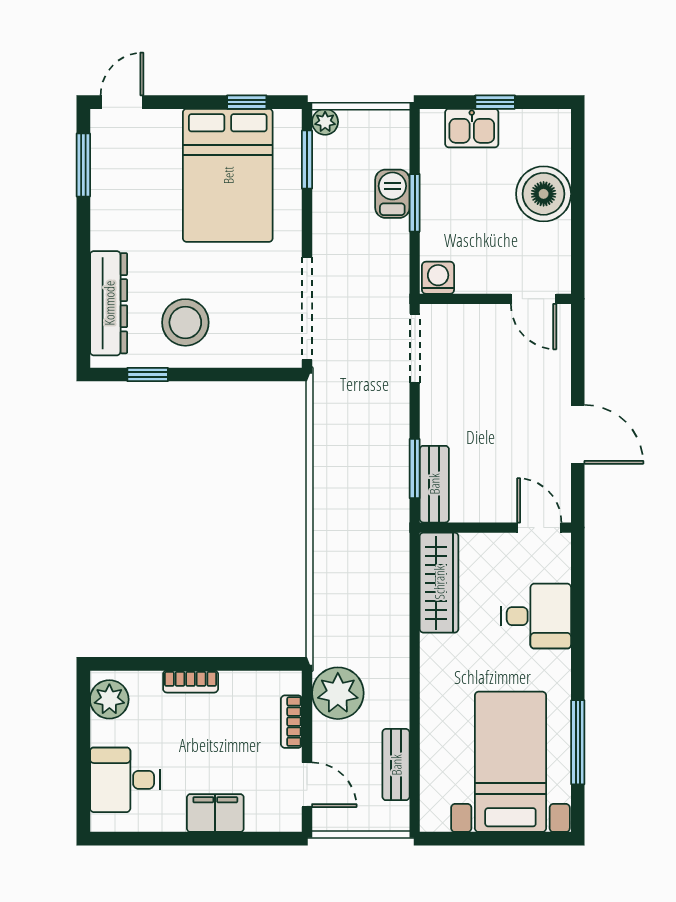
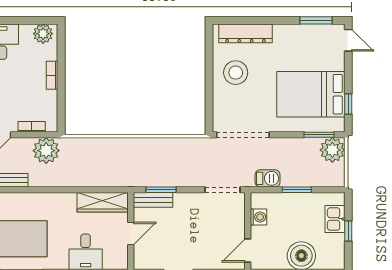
plant: (325, 122) -> (332, 150), width x1.88, depth x1.88
barbecue: (392, 194) -> (268, 178), moved
washing machine: (438, 278) -> (258, 217), moved
window: (148, 375) -> (209, 53), removed
door: (539, 528) -> (131, 234), moved

